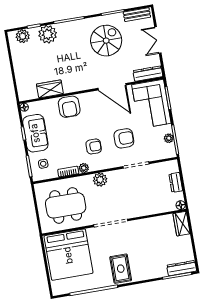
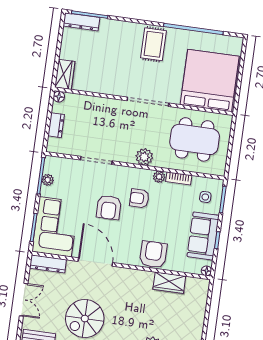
armchair: (124, 138) -> (109, 207), moved, turned -90

